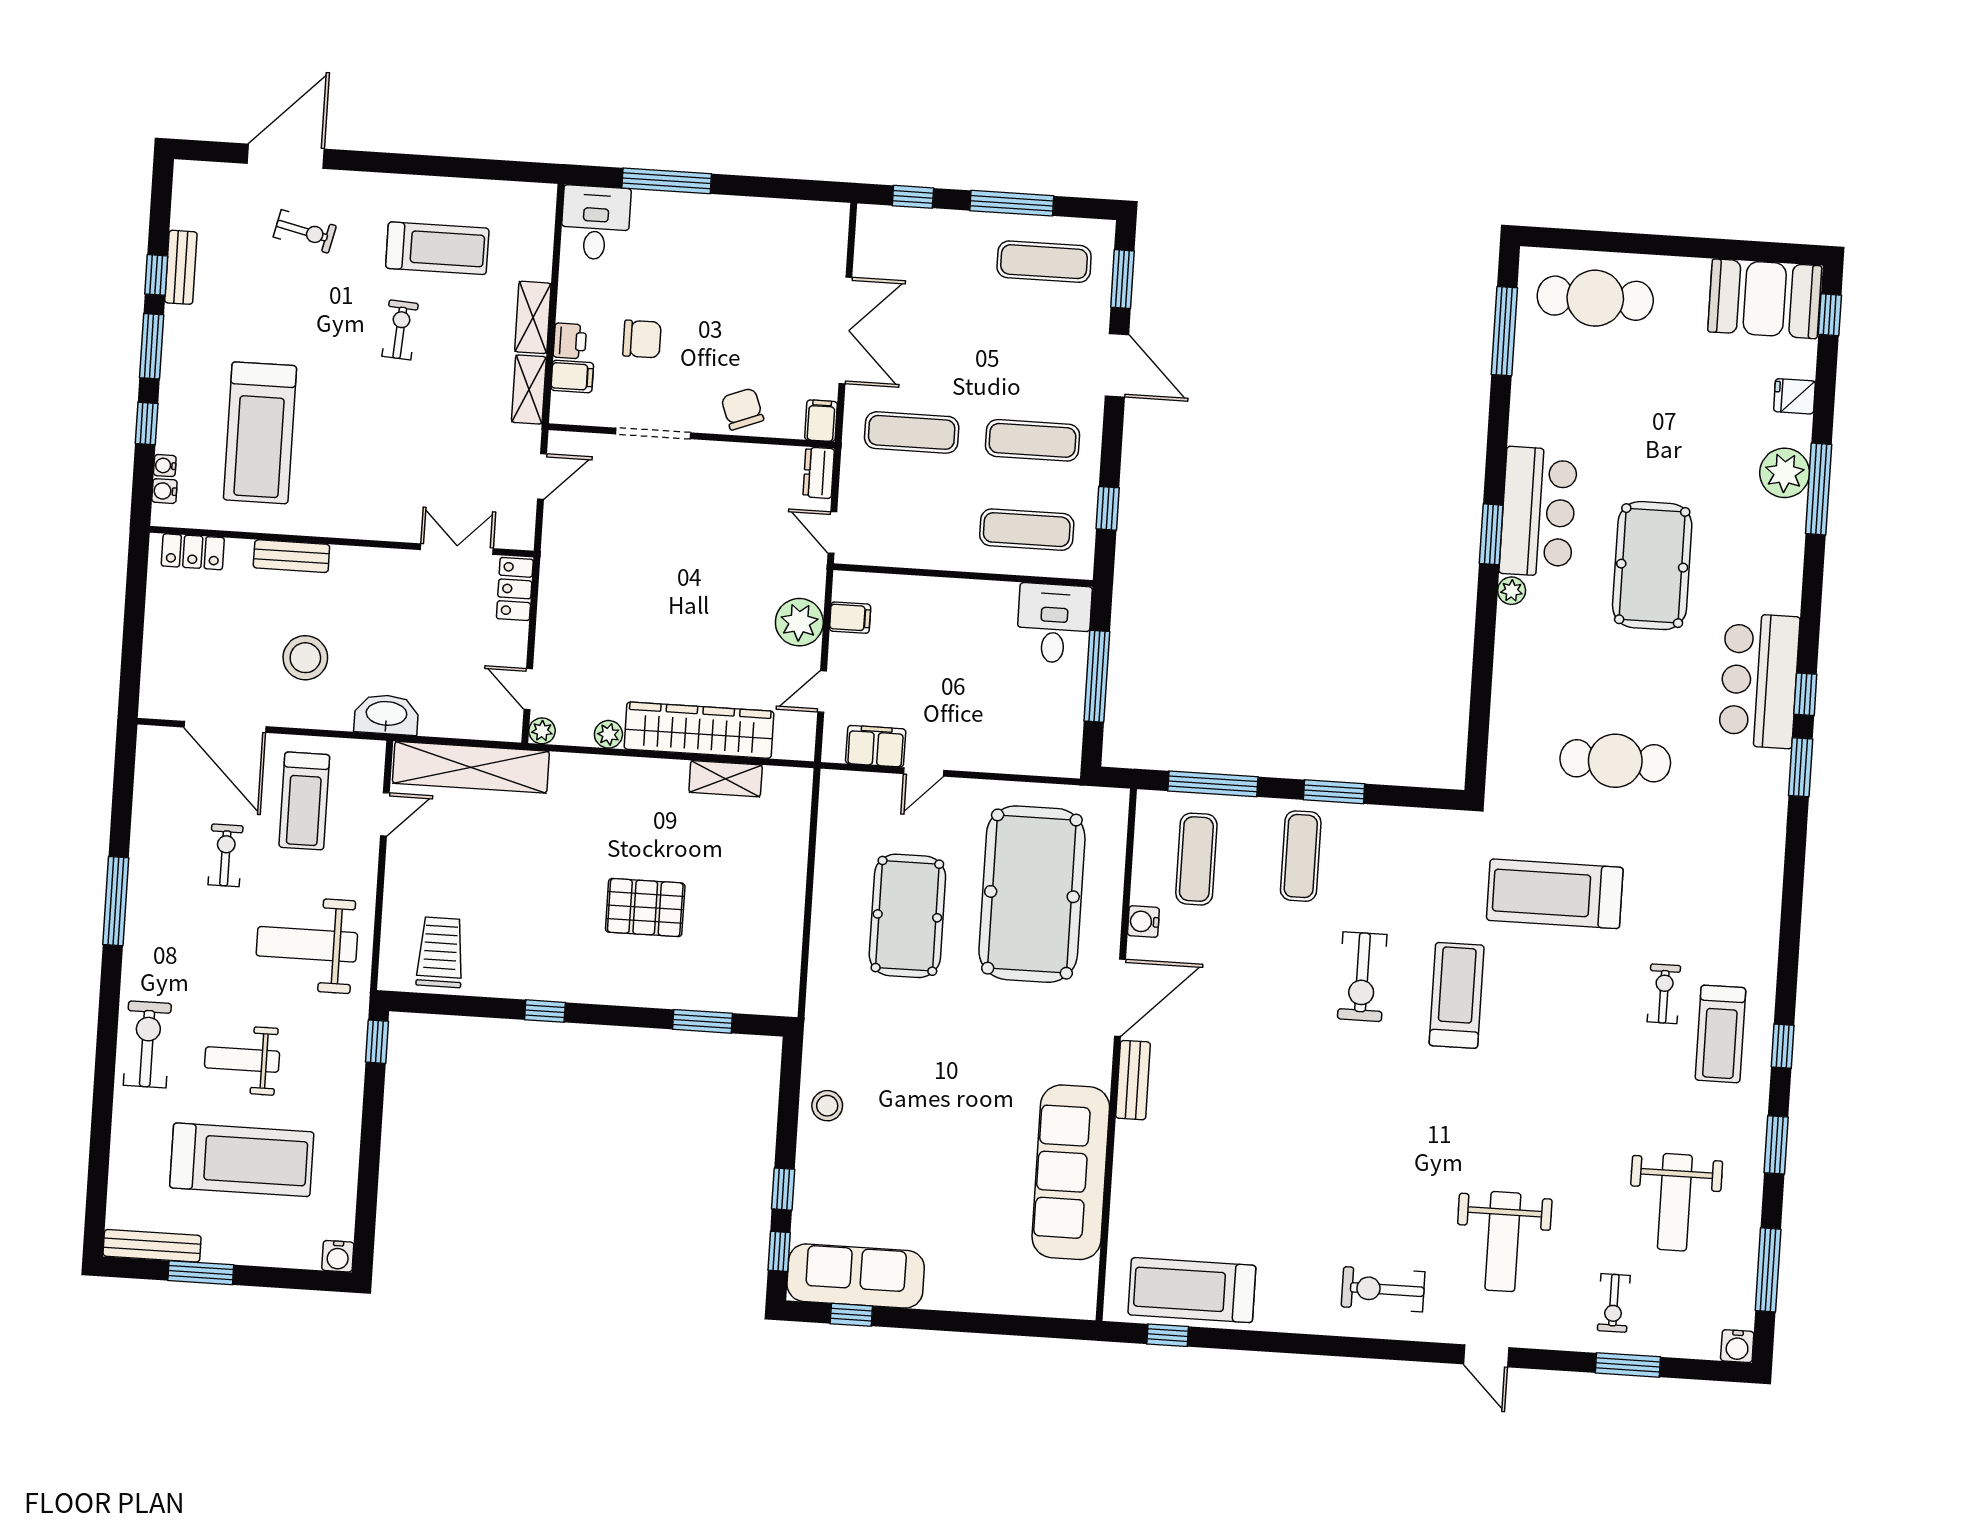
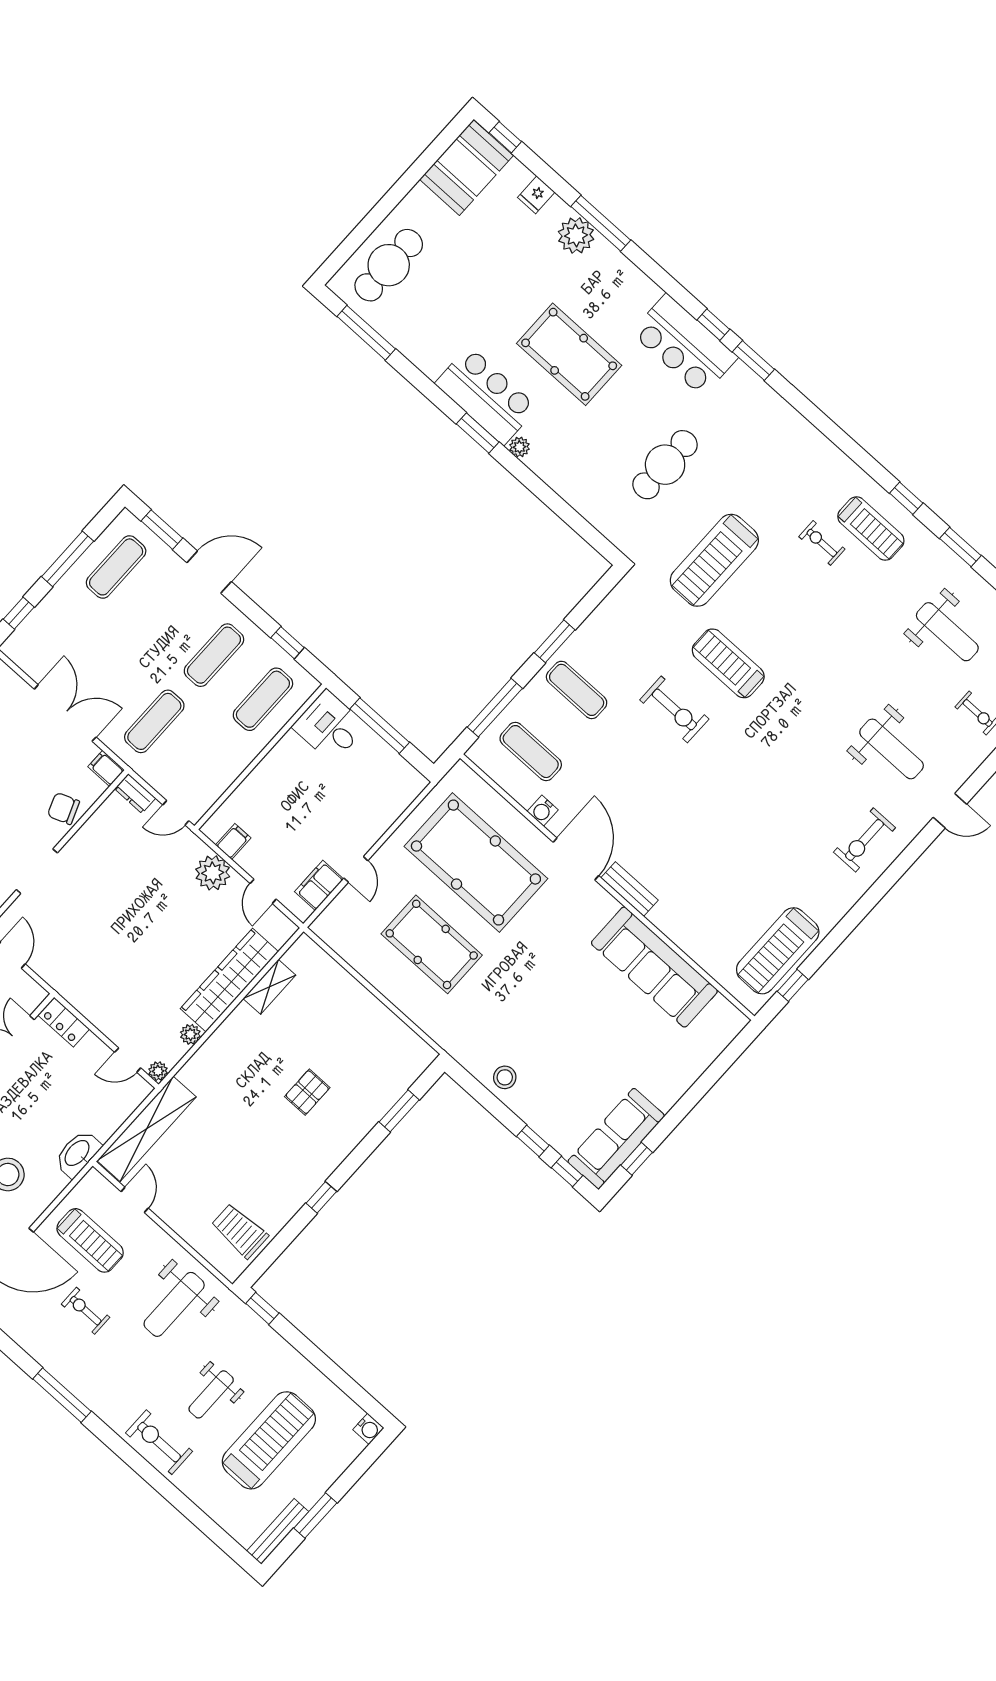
pallet: (645, 908) -> (307, 1092), width x0.67, depth x0.71

